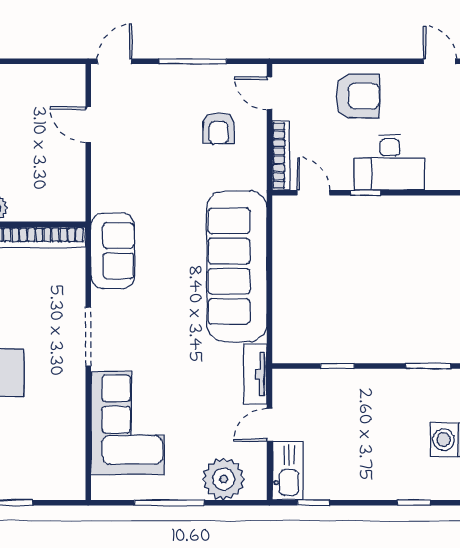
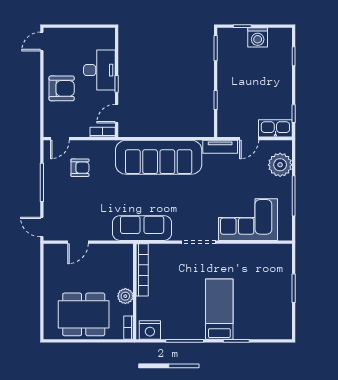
armchair: (358, 96) -> (62, 88), turned 90
bookcase: (281, 156) -> (103, 132), width x0.64
sofa: (113, 251) -> (142, 228), width x1.36
door: (269, 425) -> (249, 139), hinge flipped

